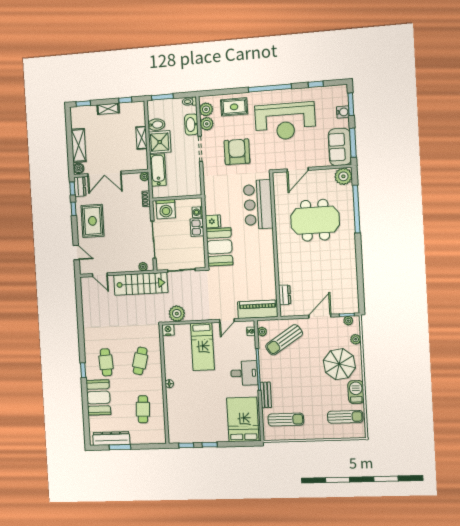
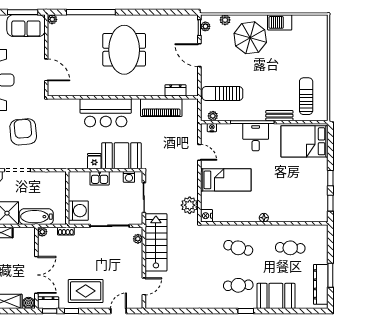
armchair: (237, 152) -> (23, 132), turned 85
plant: (343, 176) -> (52, 19), width x0.53, depth x0.53
bar counter: (258, 205) -> (106, 113), moved
washing machine: (198, 212) -> (129, 177), moved
meeting table: (315, 220) -> (124, 50), moved
piano: (258, 309) -> (161, 108), moved, turned -90
sun lounger: (284, 340) -> (222, 94), turned 123
sun lounger: (345, 417) -> (305, 35), removed

